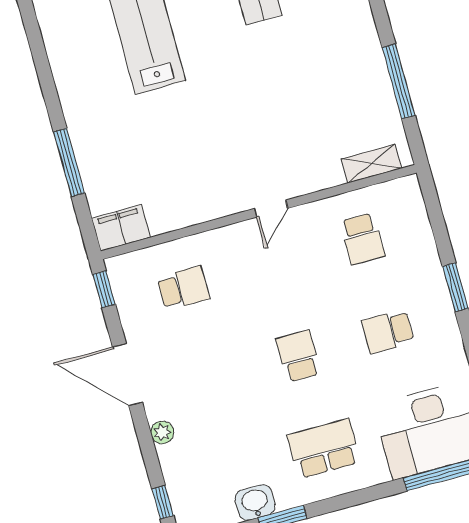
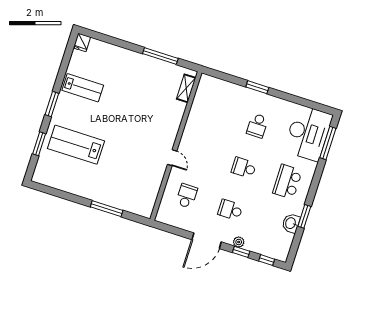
door: (271, 209) -> (172, 158), moved
filing cabinet: (121, 228) -> (146, 205), removed
school desk: (362, 239) -> (230, 210), moved, turned 180
window: (104, 289) -> (241, 252), moved

